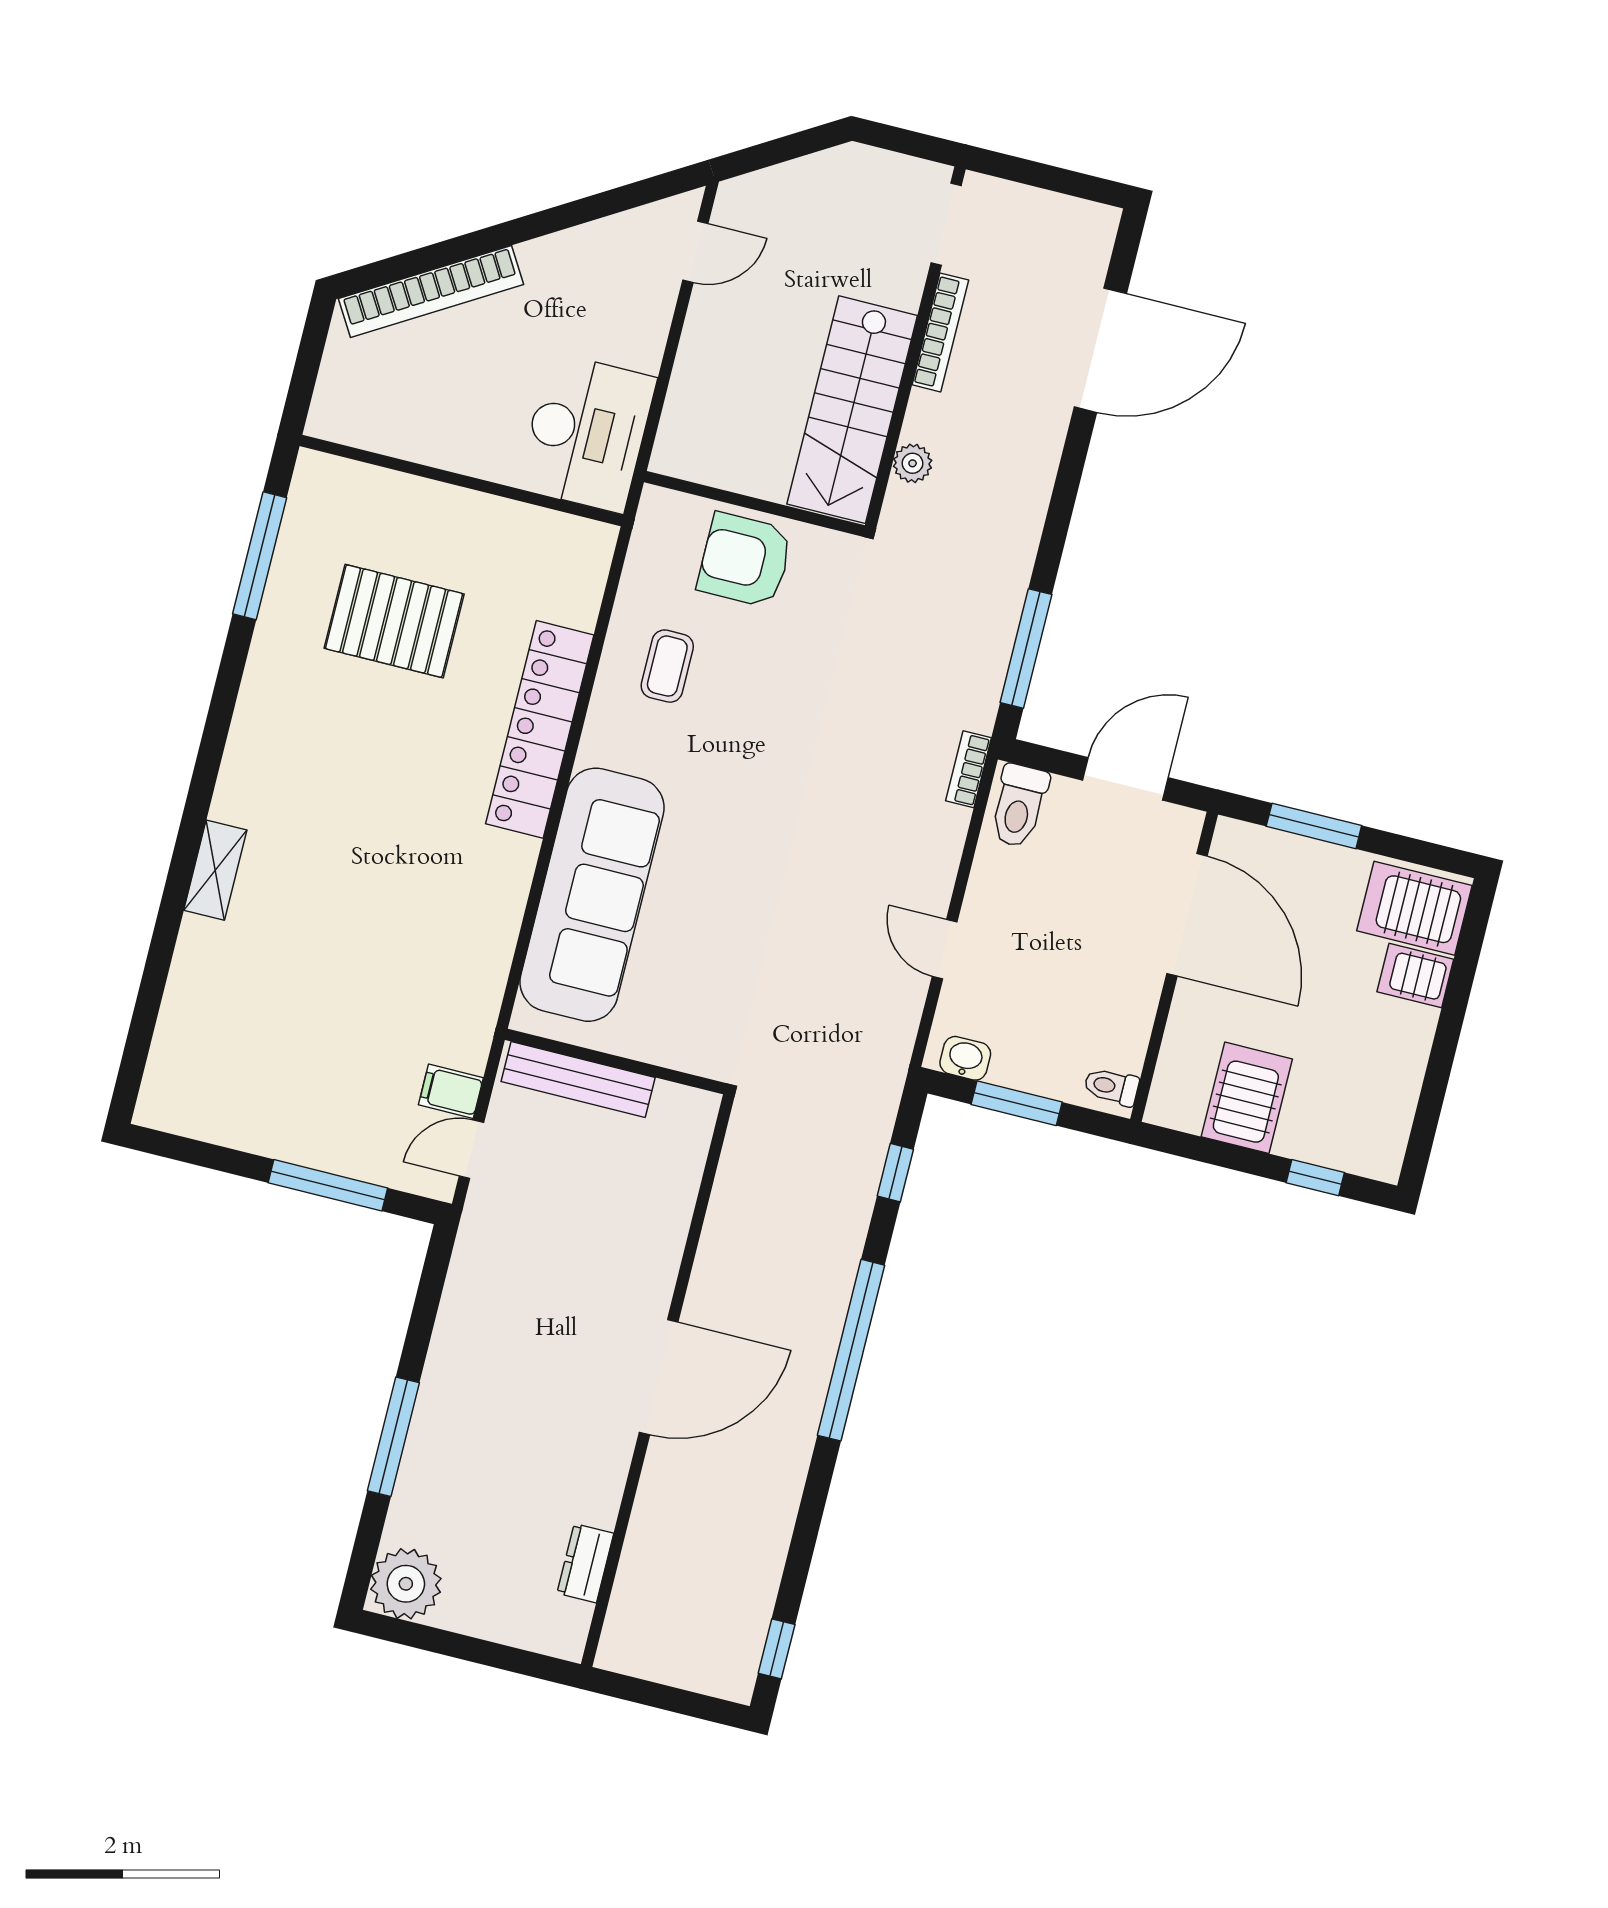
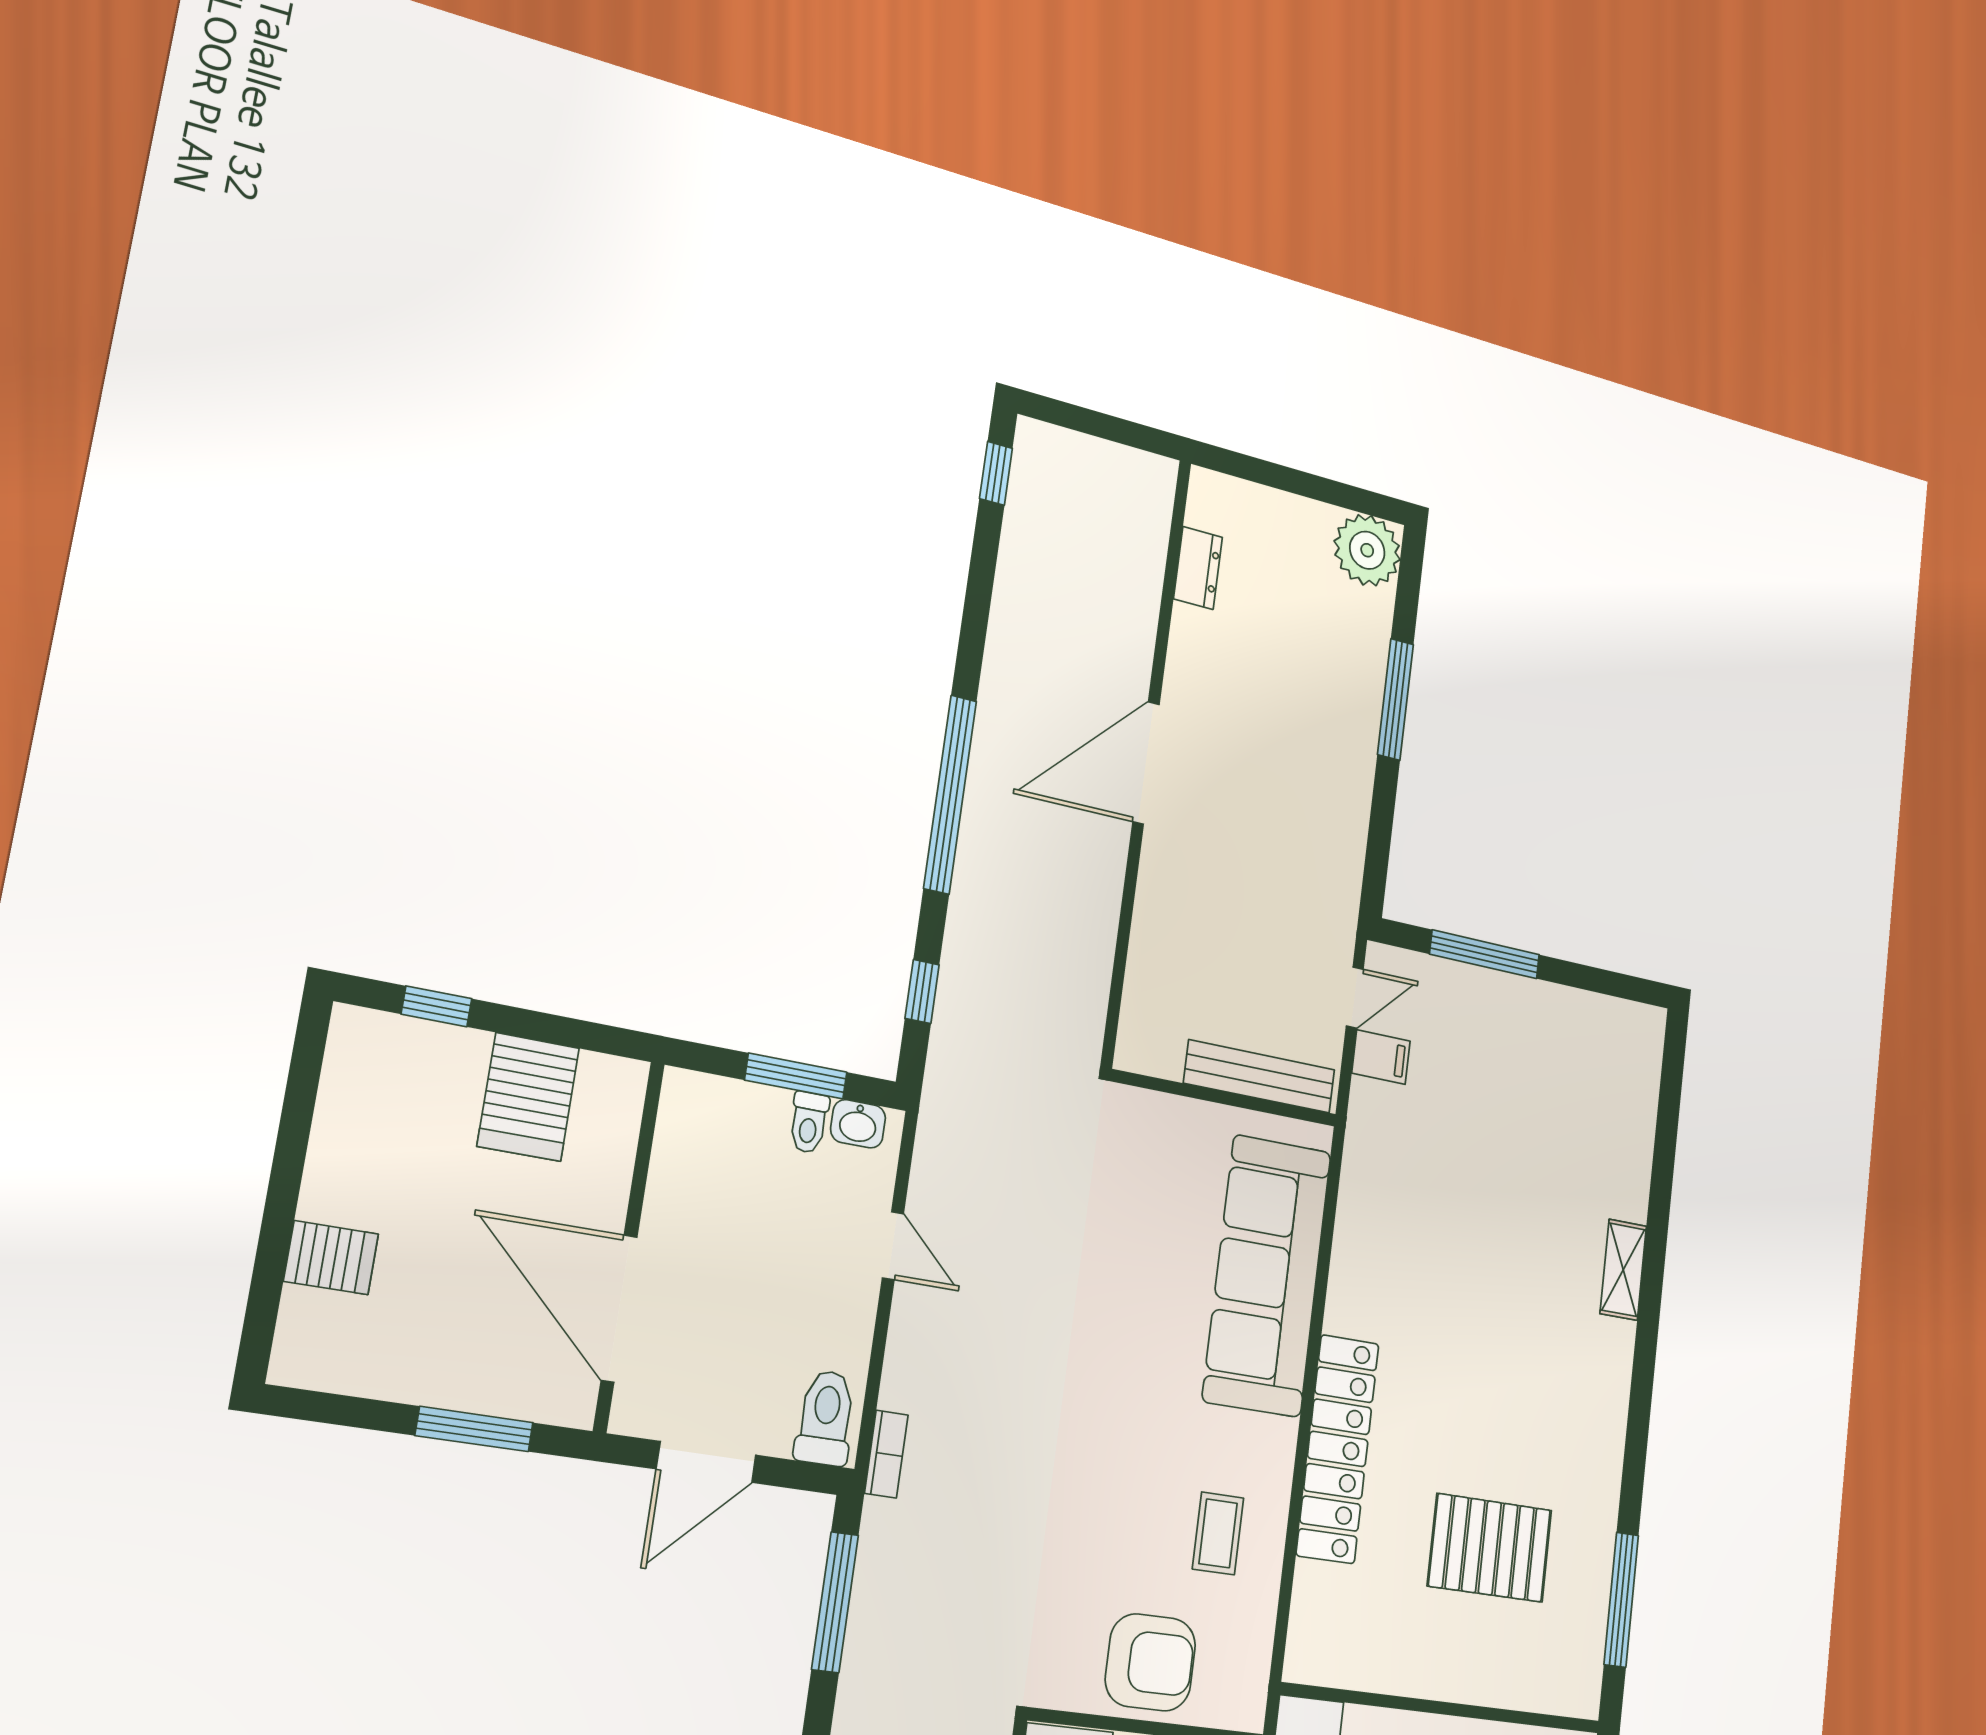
server rack: (1414, 908) -> (339, 1340), removed
toilet: (1111, 1087) -> (809, 1122), moved, turned 90

